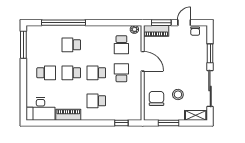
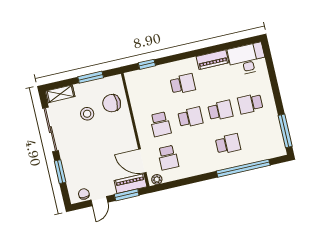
school desk: (121, 45) -> (168, 158), turned 180
door: (143, 61) -> (142, 161), moved
chair: (156, 98) -> (112, 103), turned 90

